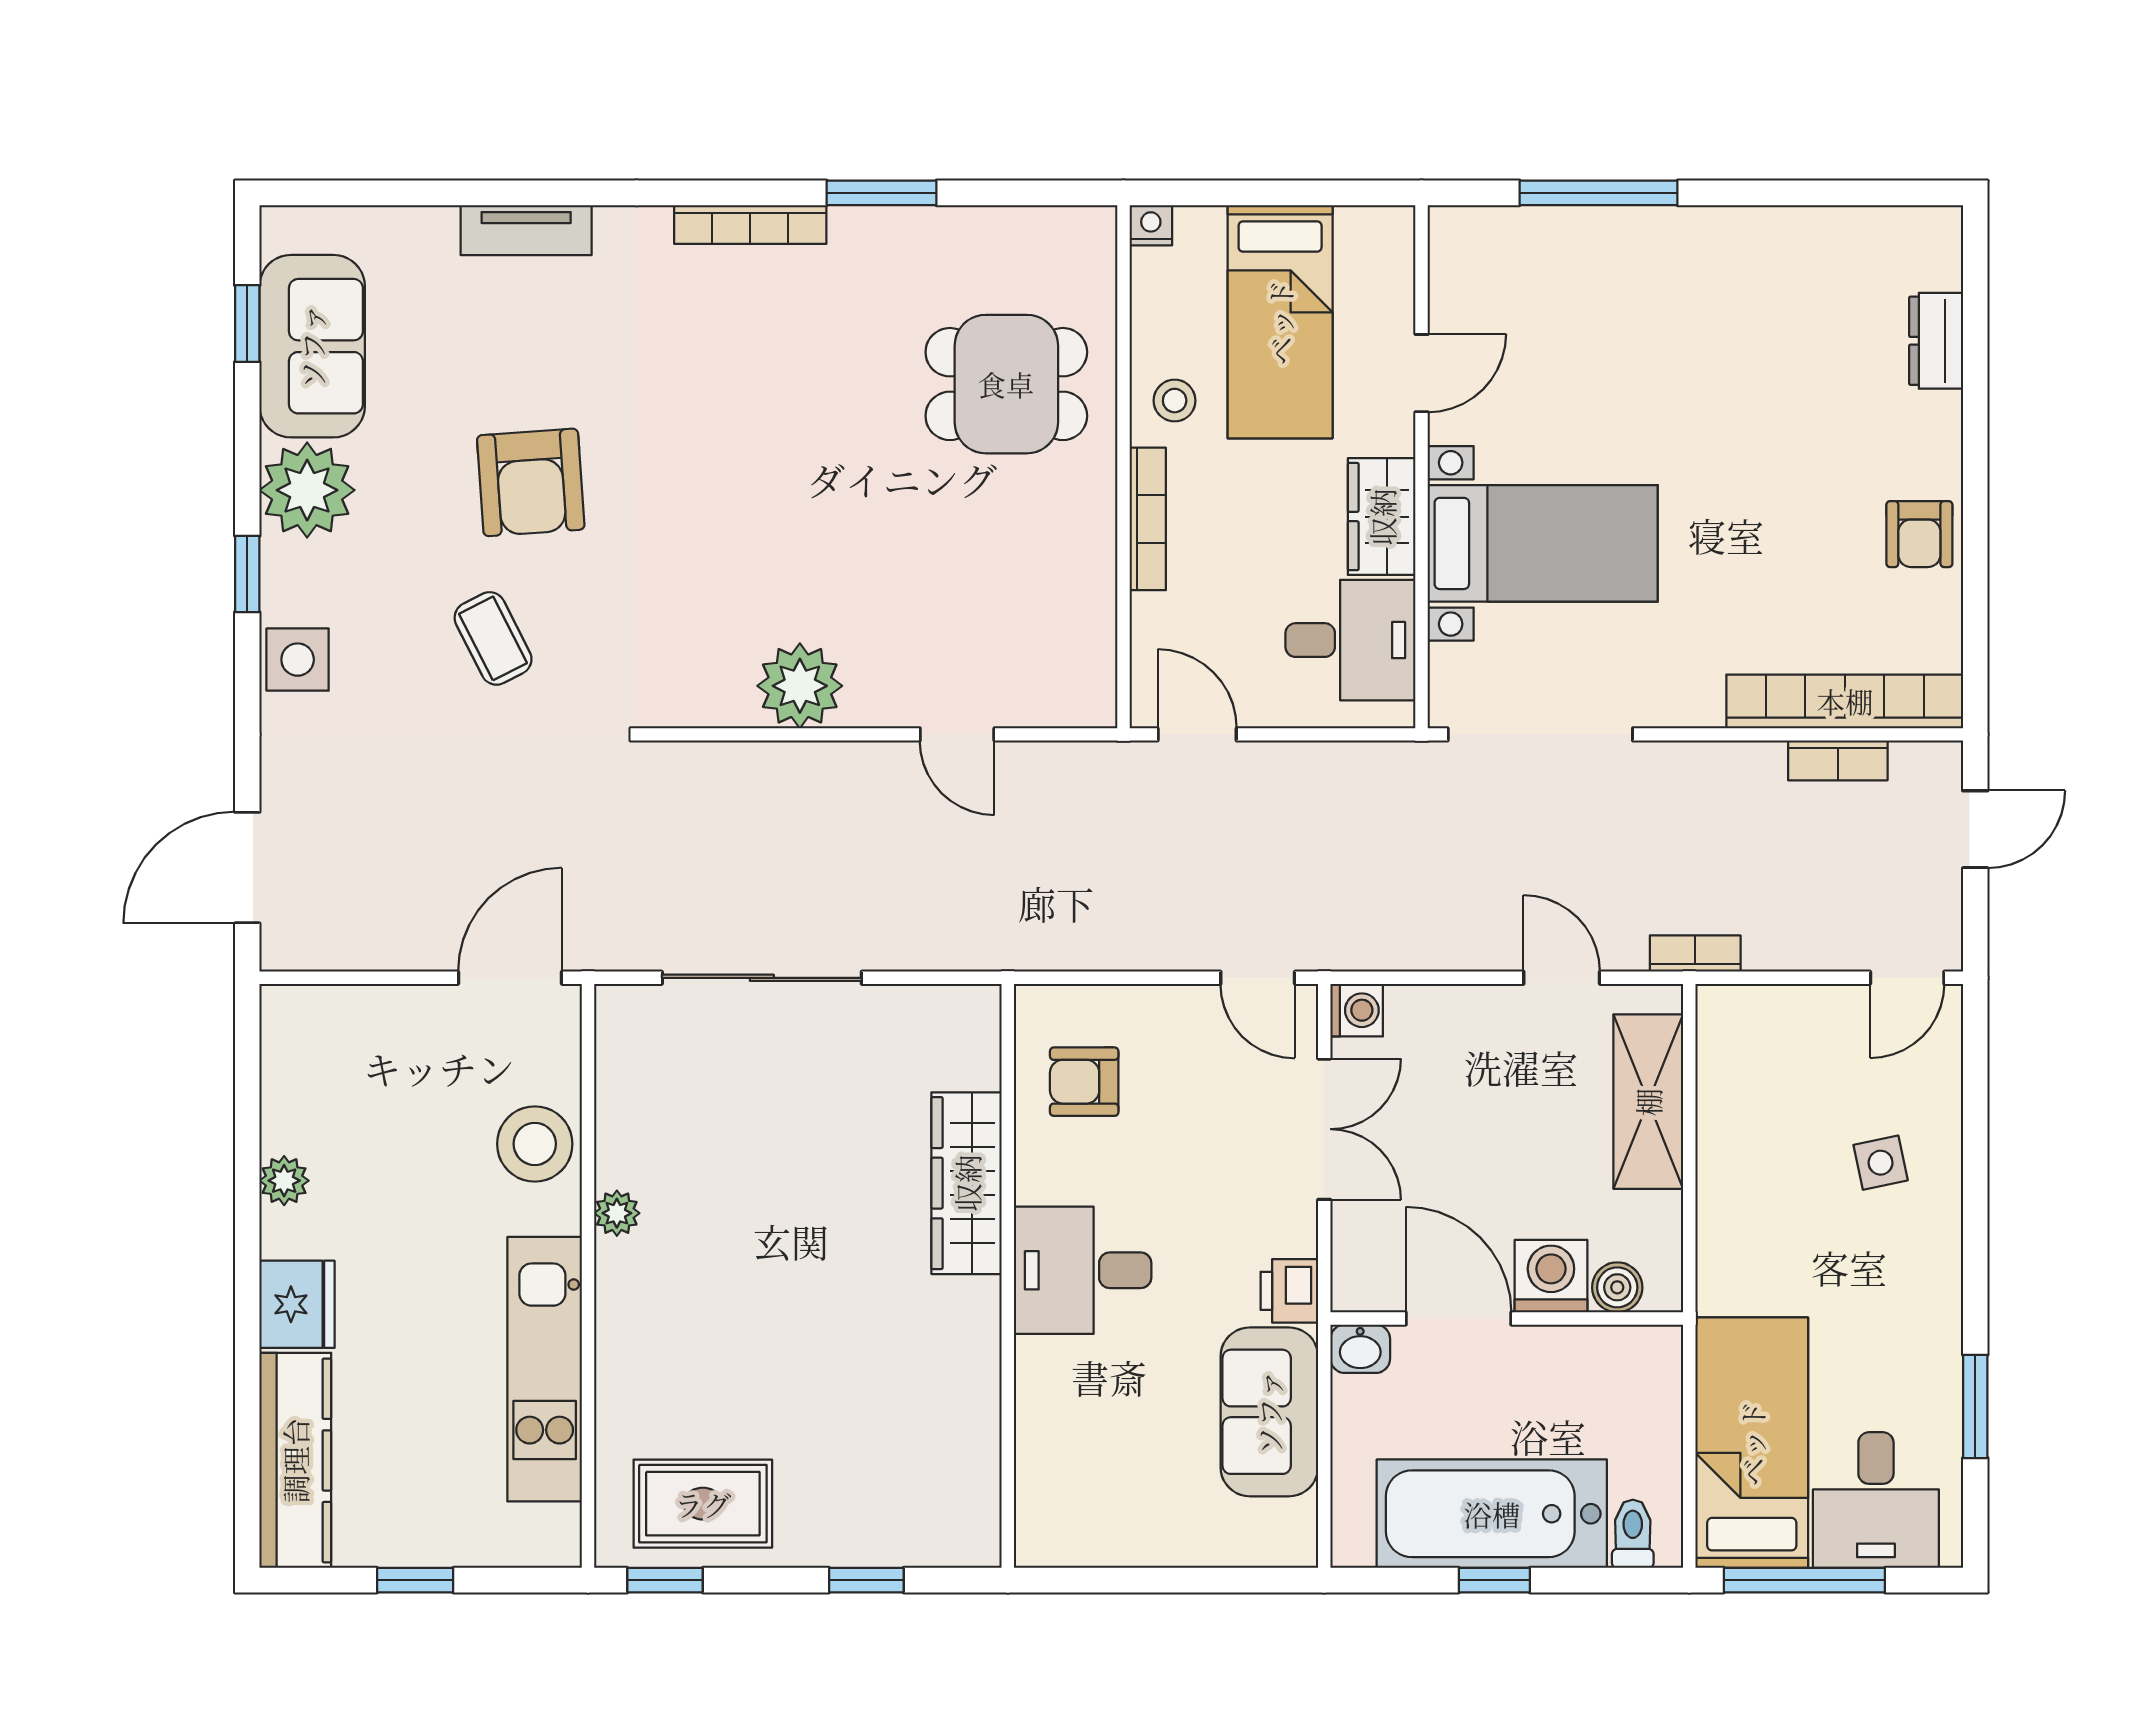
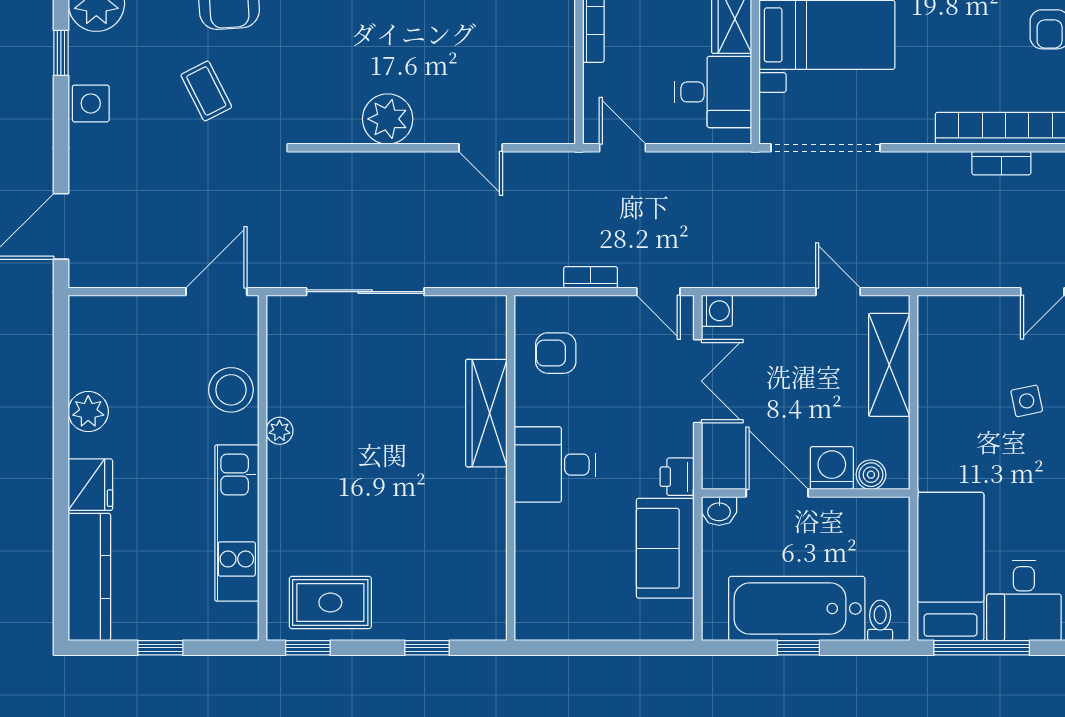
bookcase: (1695, 954) -> (591, 277), moved
plant: (284, 1181) -> (88, 412), width x1.38, depth x1.38

